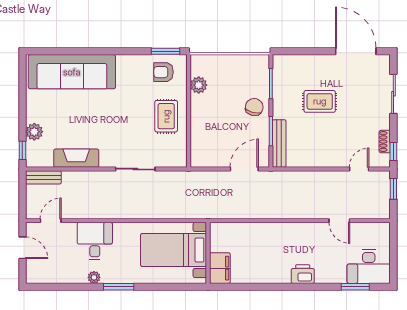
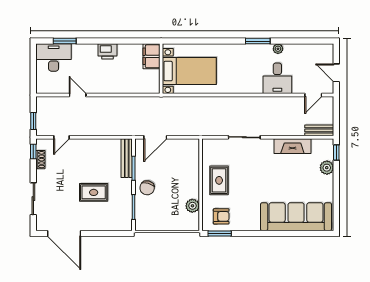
bed with nightstands: (174, 250) -> (189, 71), moved
wall: (208, 253) -> (161, 69), moved
filing cabinet: (220, 268) -> (151, 56), moved

